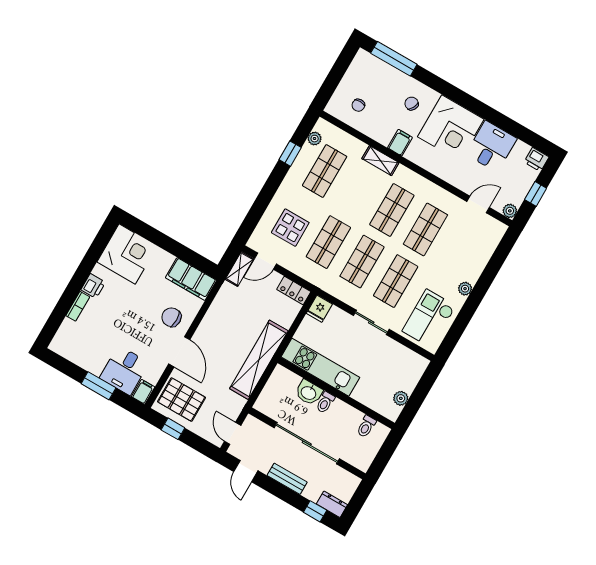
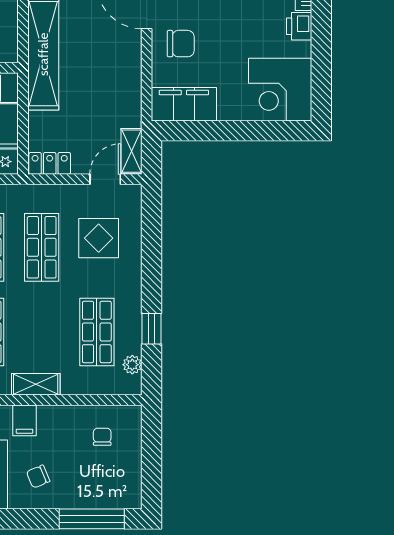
chair: (412, 104) -> (38, 477), turned 128

